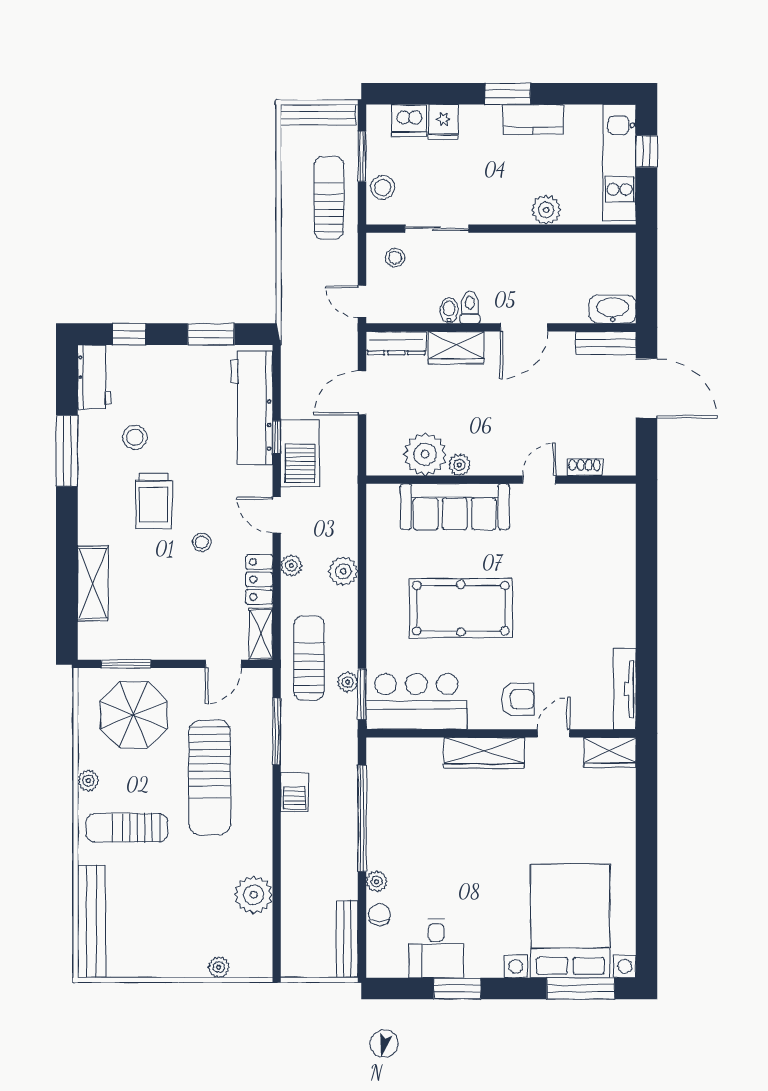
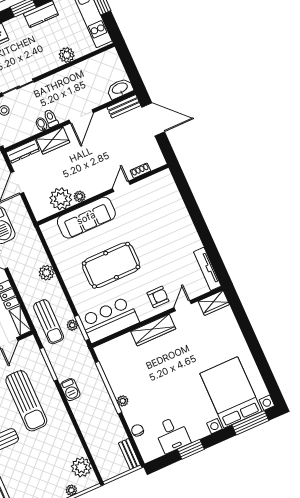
plant: (291, 566) -> (20, 281), removed
sun lounger: (309, 658) -> (49, 322), turned 180
plant: (377, 882) -> (123, 401), moved
plant: (254, 895) -> (81, 467), moved
bench: (347, 939) -> (130, 454), width x0.73

